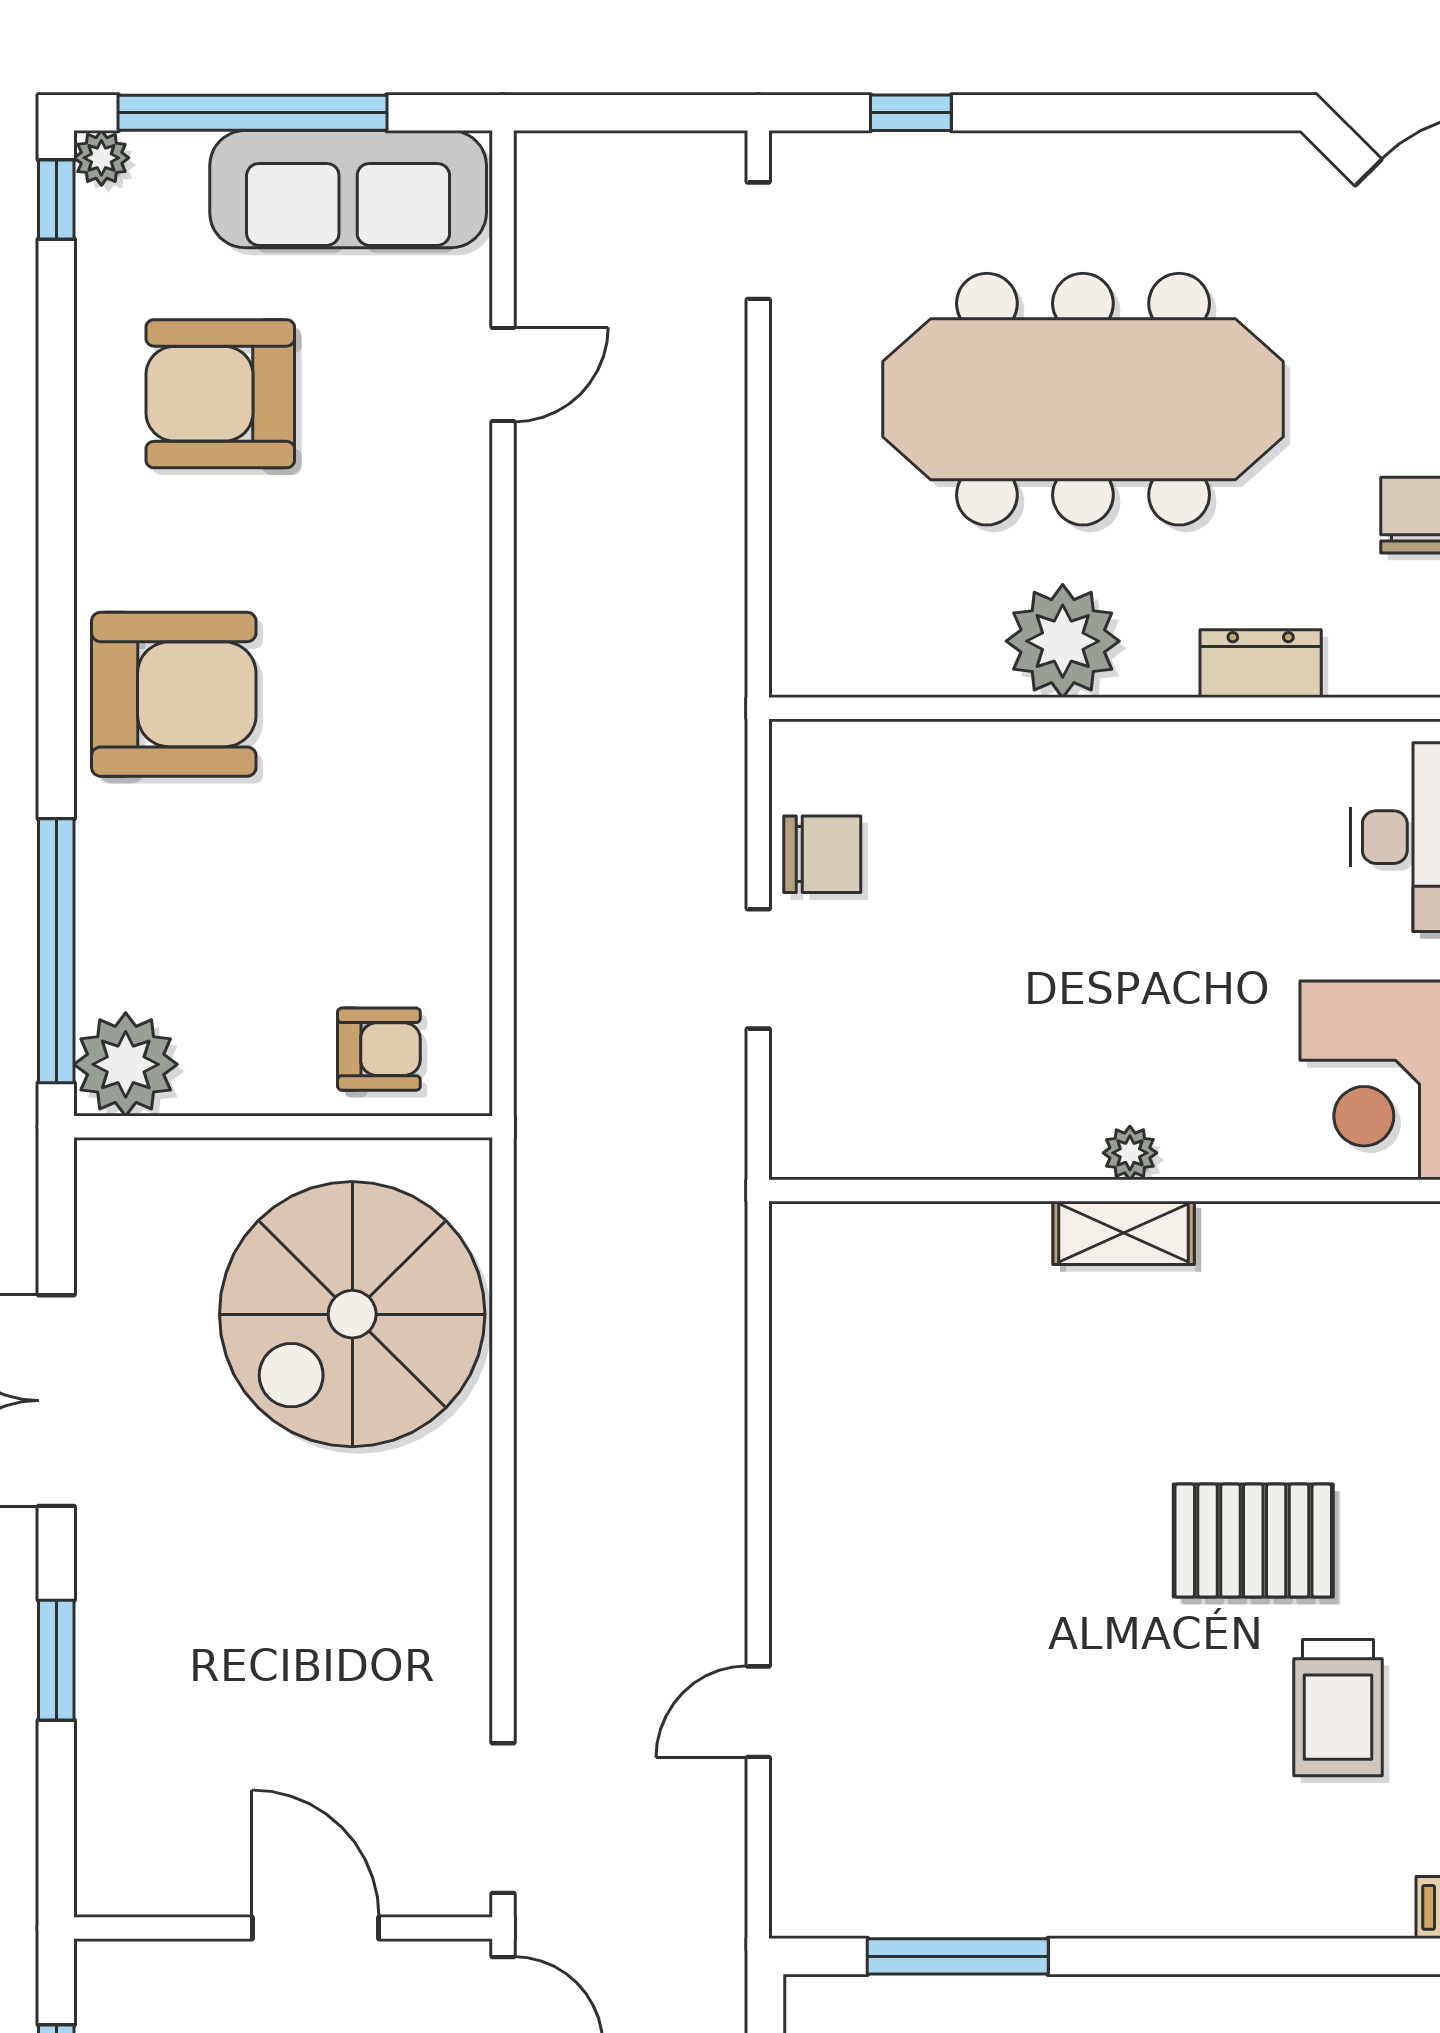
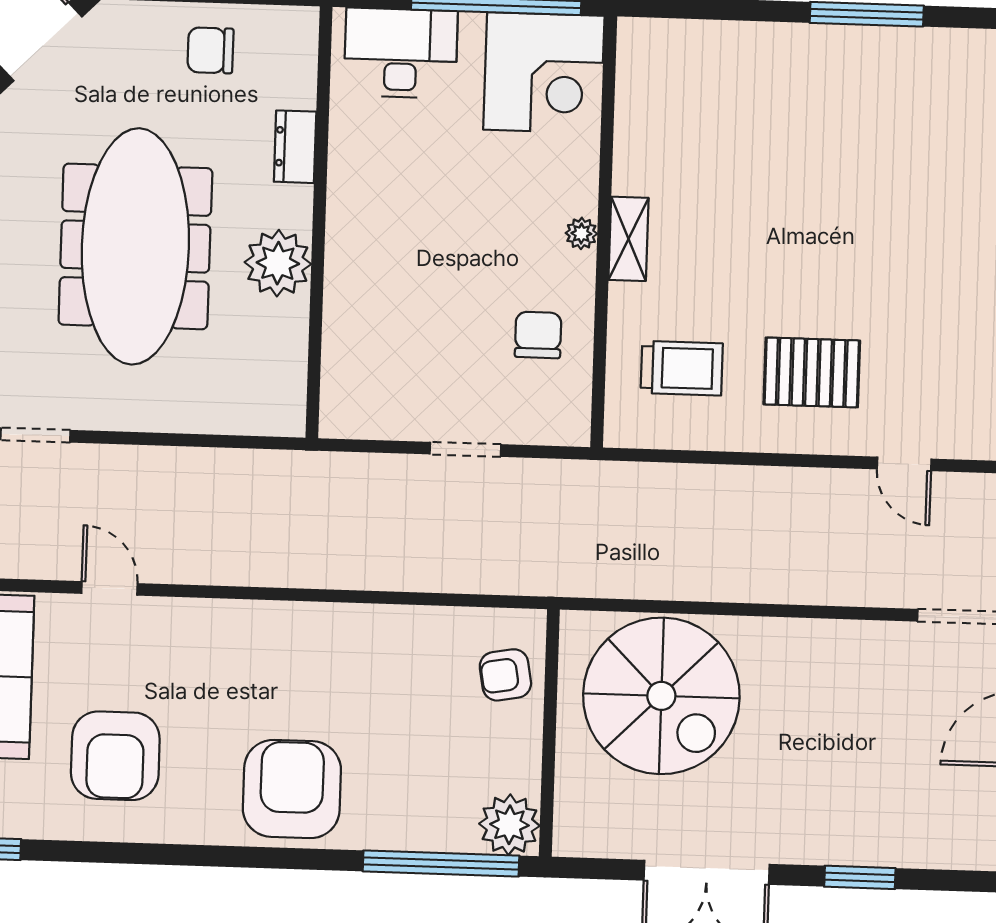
chair: (822, 854) -> (538, 335), moved
armchair: (379, 1049) -> (505, 675), turned -100
pallet: (1253, 1541) -> (812, 372), moved, turned 90
trolley: (1338, 1708) -> (682, 368), moved

